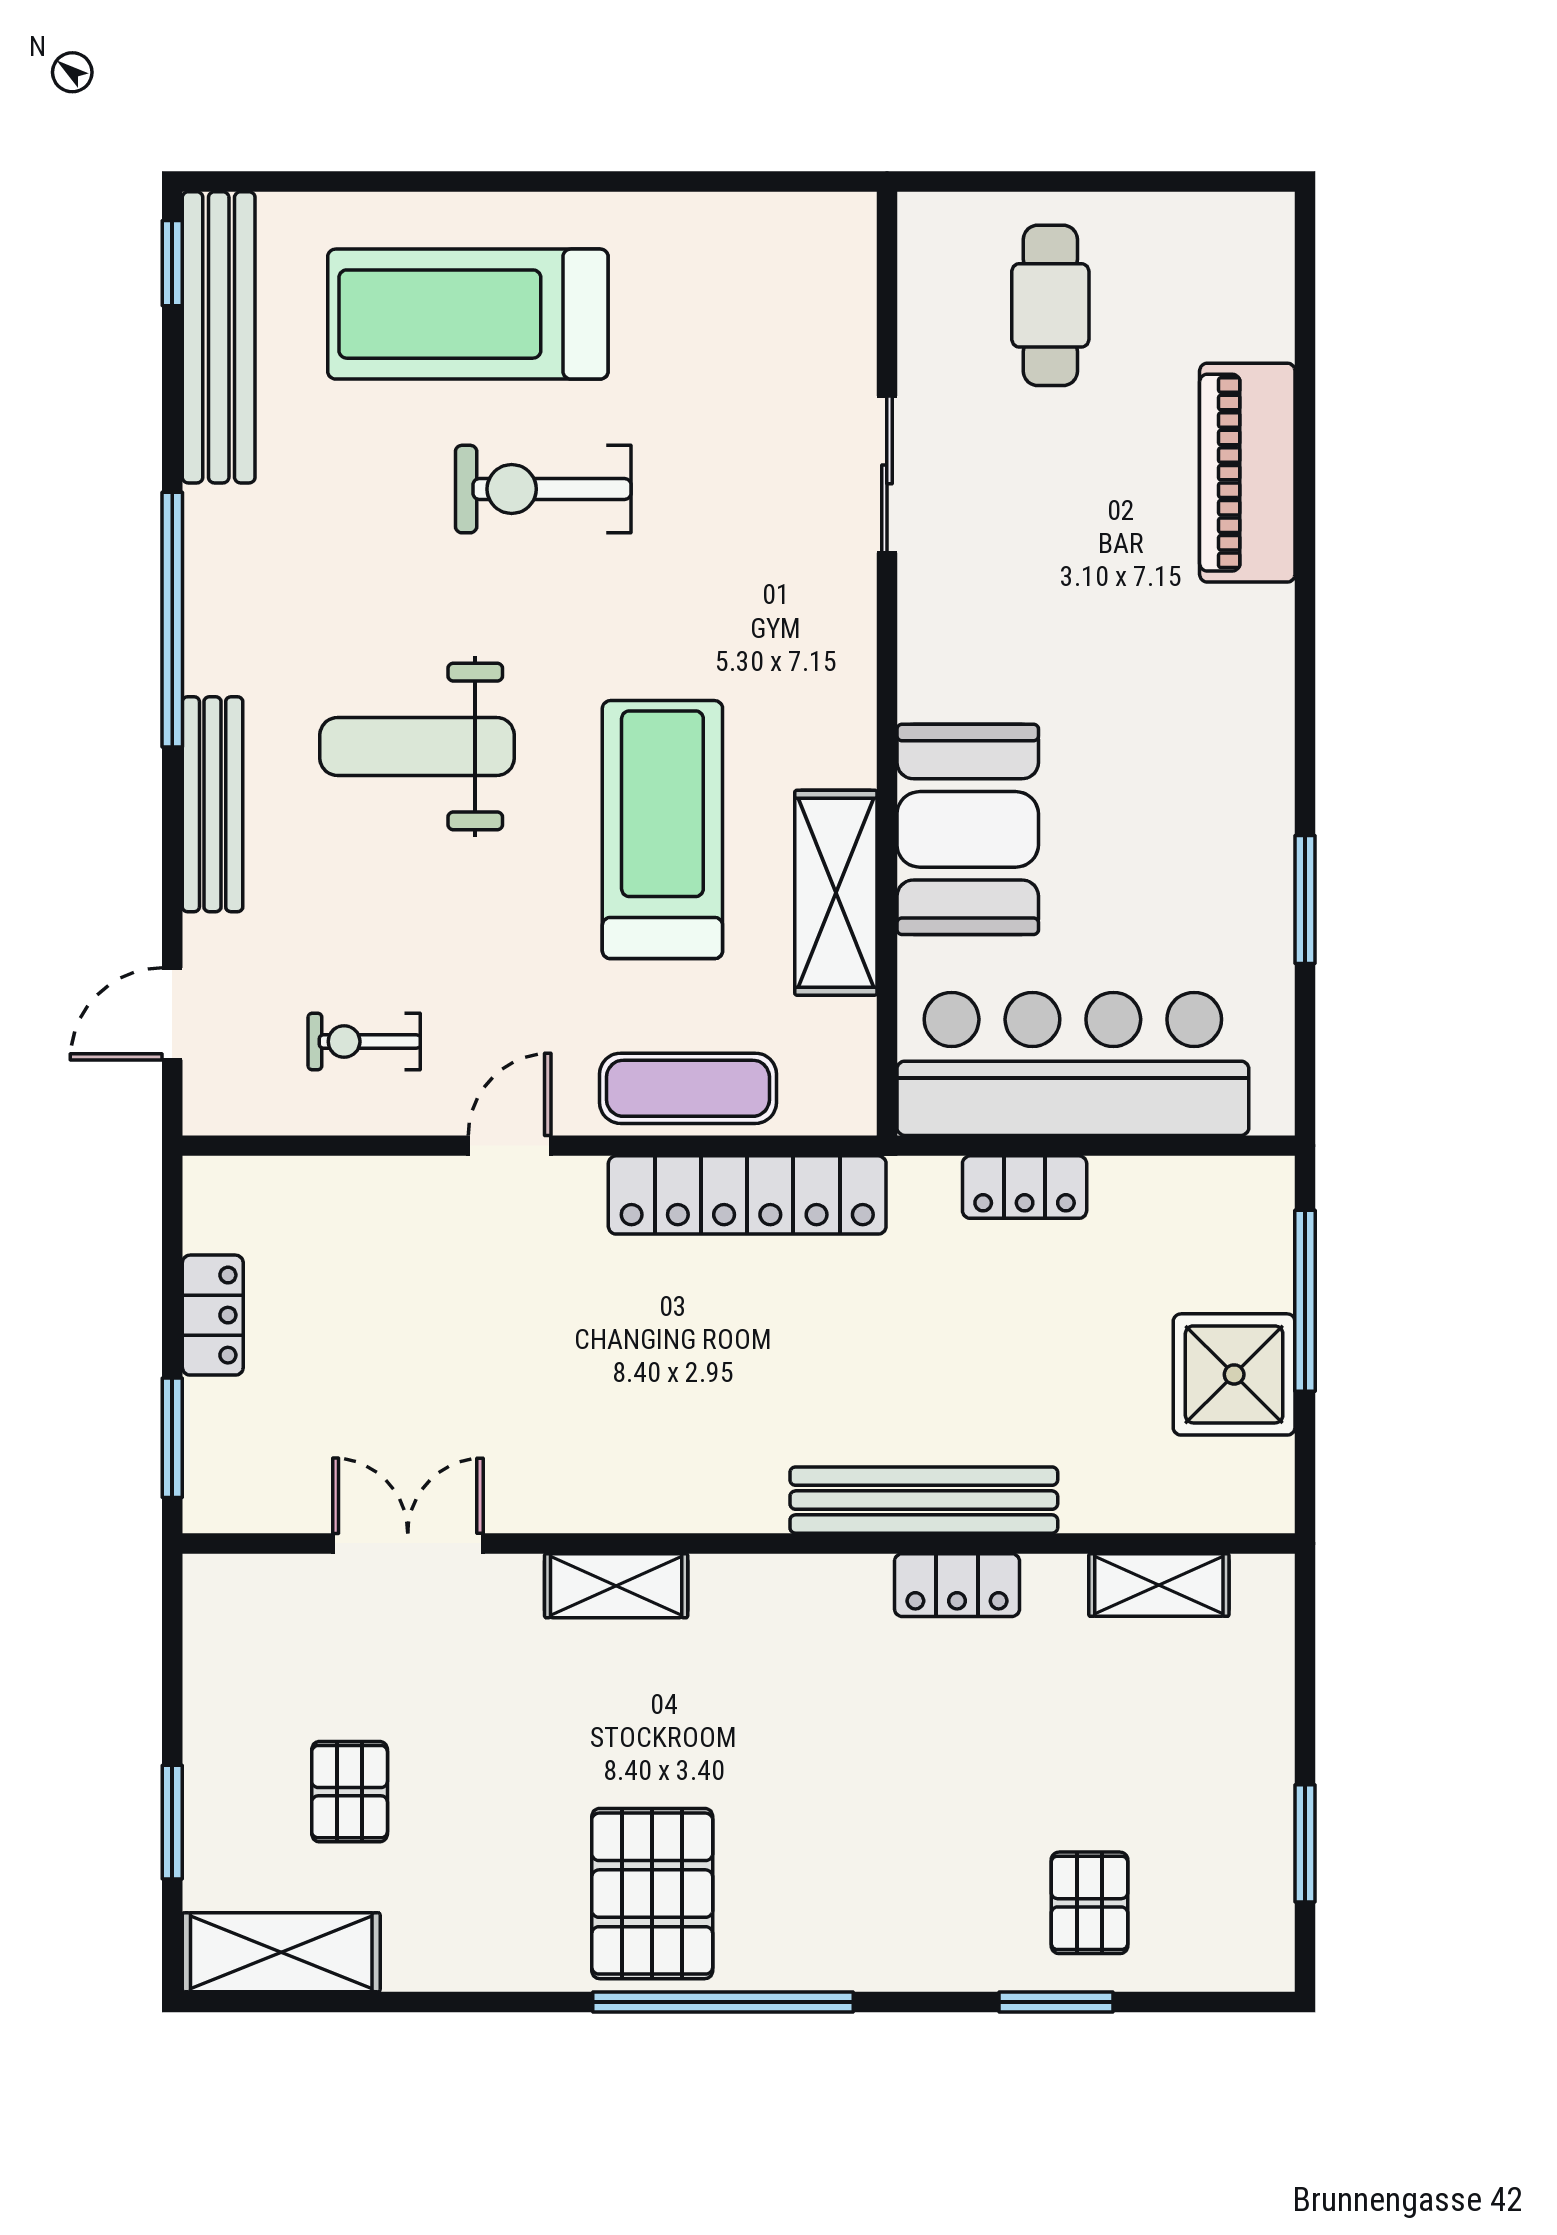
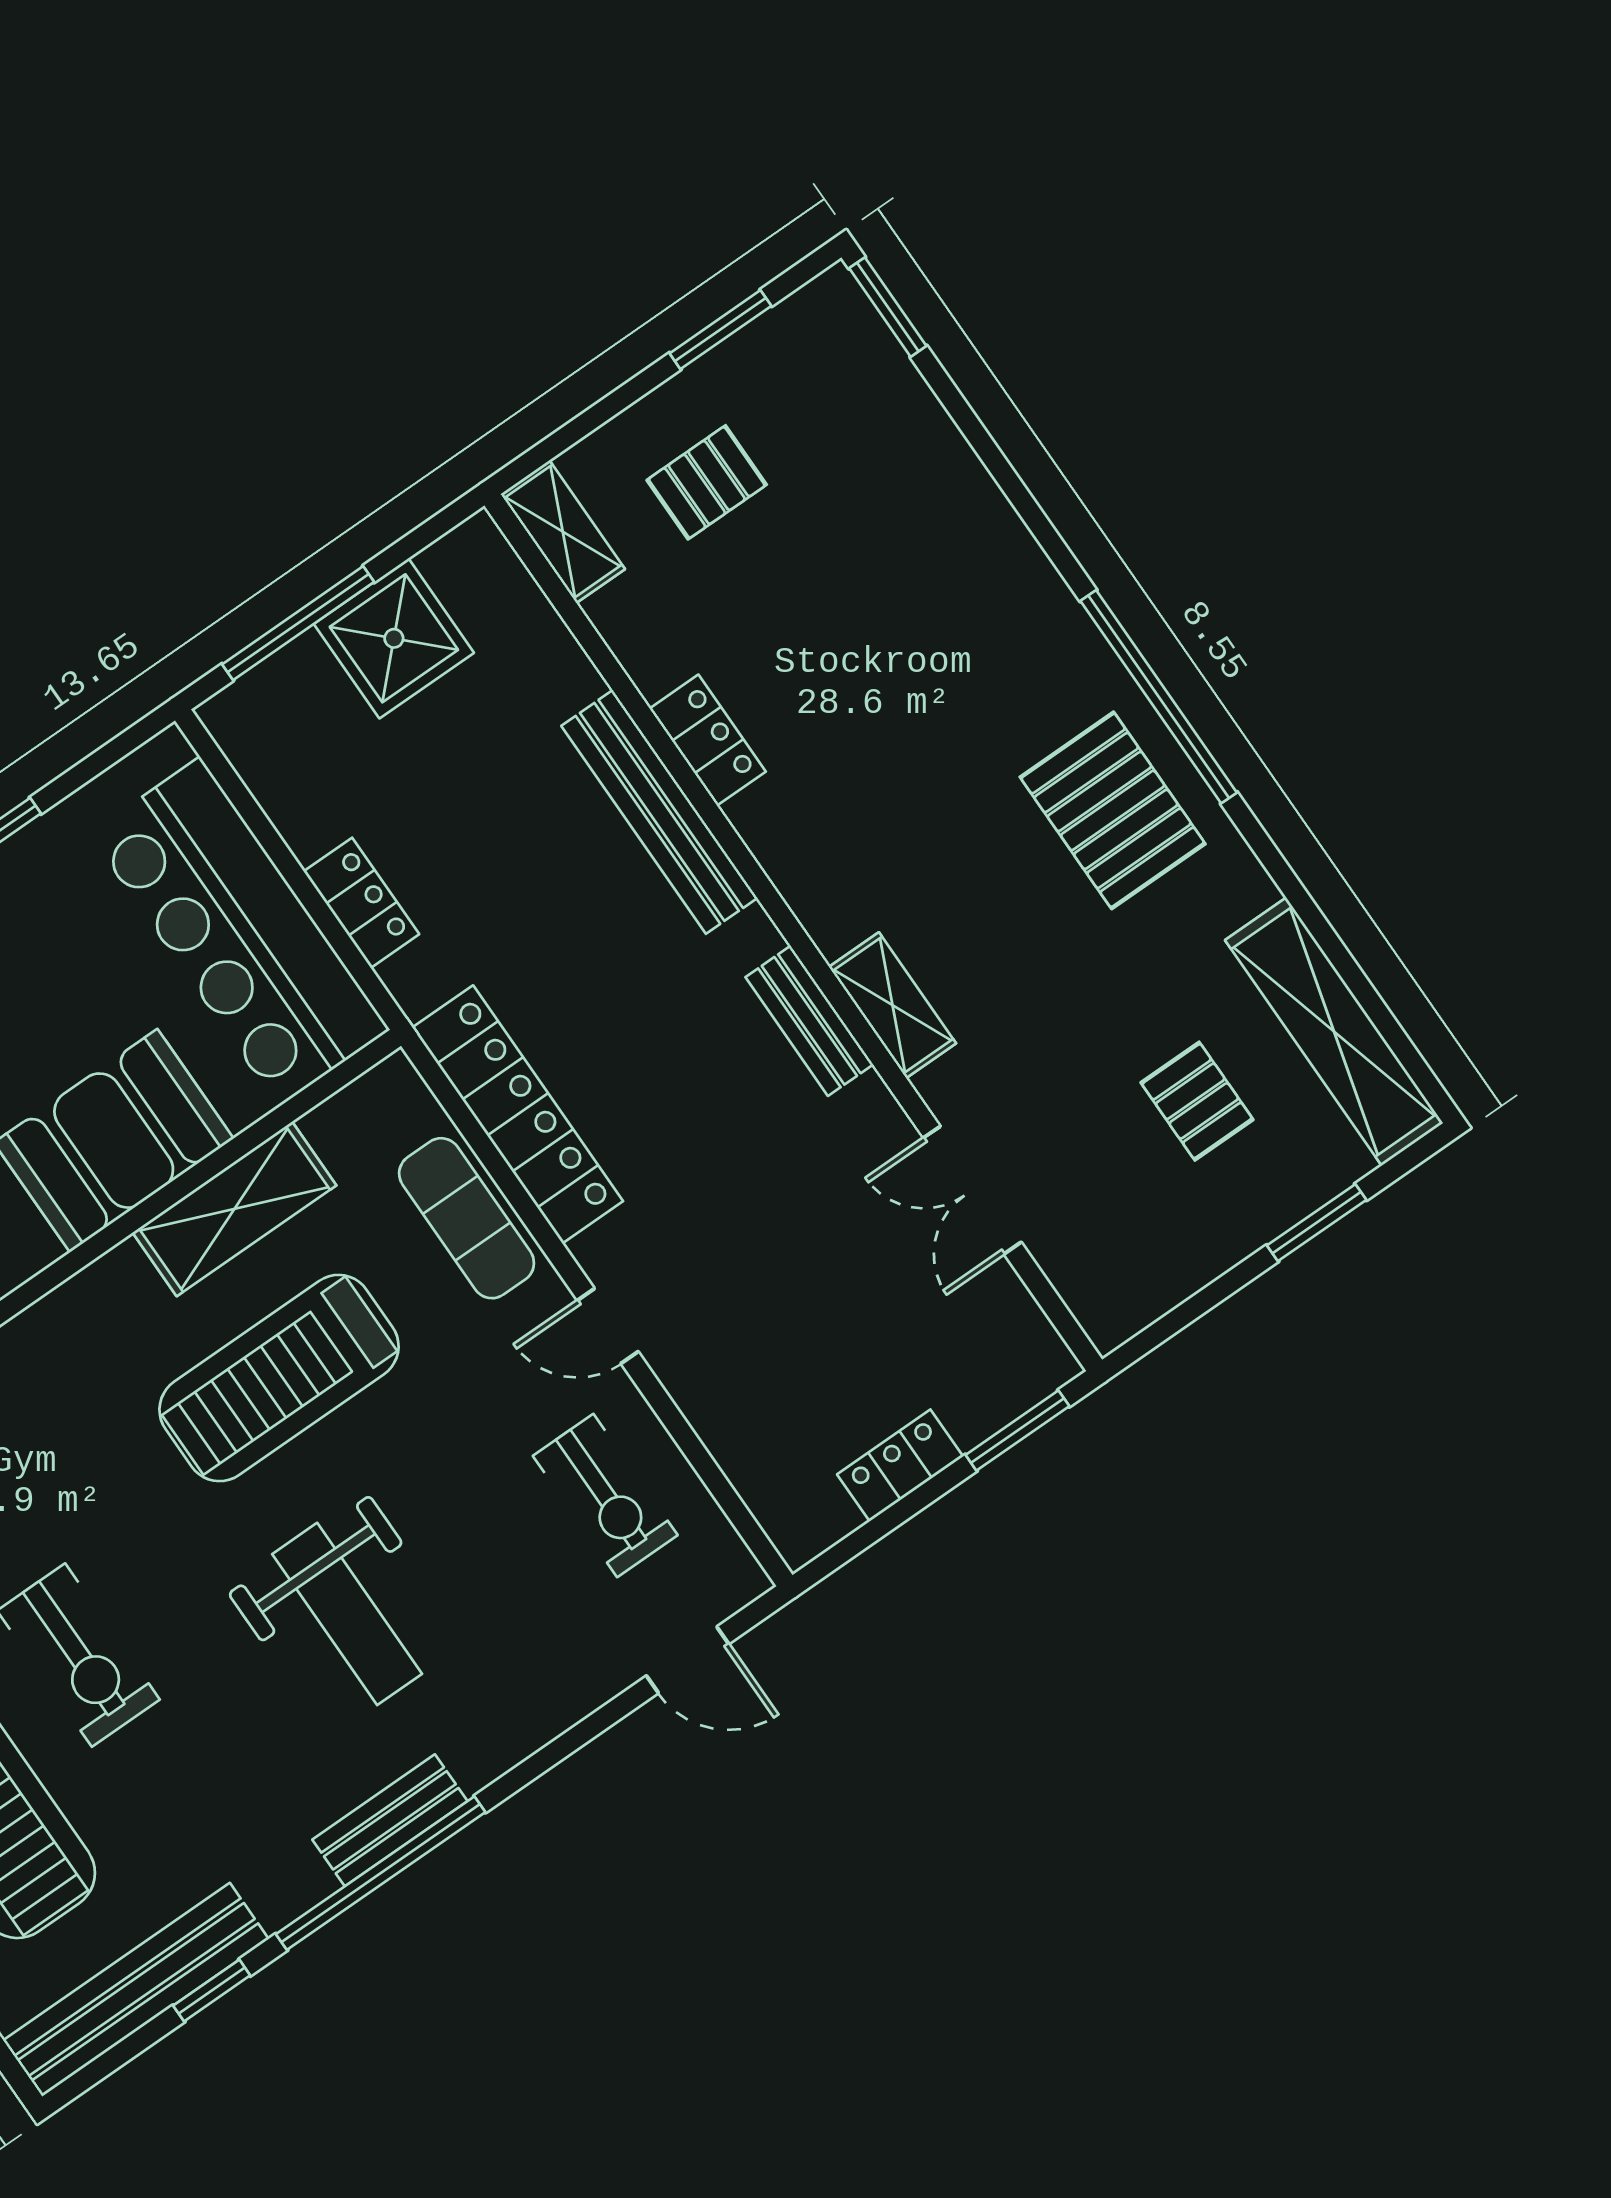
window: (172, 263) -> (212, 1991), moved
bench: (213, 804) -> (390, 1820), moved, width x0.73
exercise bike: (364, 1042) -> (605, 1495), width x1.38, depth x1.39
bench: (653, 1504) -> (809, 1021), added
shelving: (1159, 1585) -> (563, 532), moved
pallet: (350, 1792) -> (1197, 1101), turned 90
pallet: (652, 1894) -> (1113, 810), turned 90
pallet: (1089, 1903) -> (707, 482), moved
shelving: (281, 1952) -> (1334, 1032), width x1.47
window: (1056, 2002) -> (888, 307), moved

